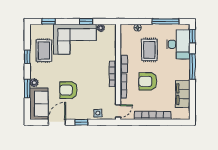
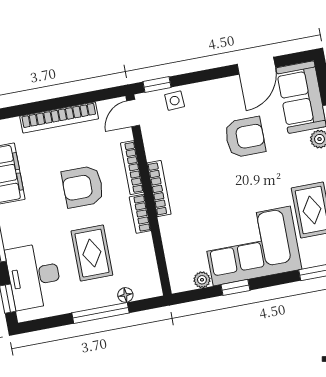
window: (166, 21) -> (101, 313), moved
armchair: (148, 81) -> (83, 187), turned 180
window: (81, 122) -> (157, 85), moved

